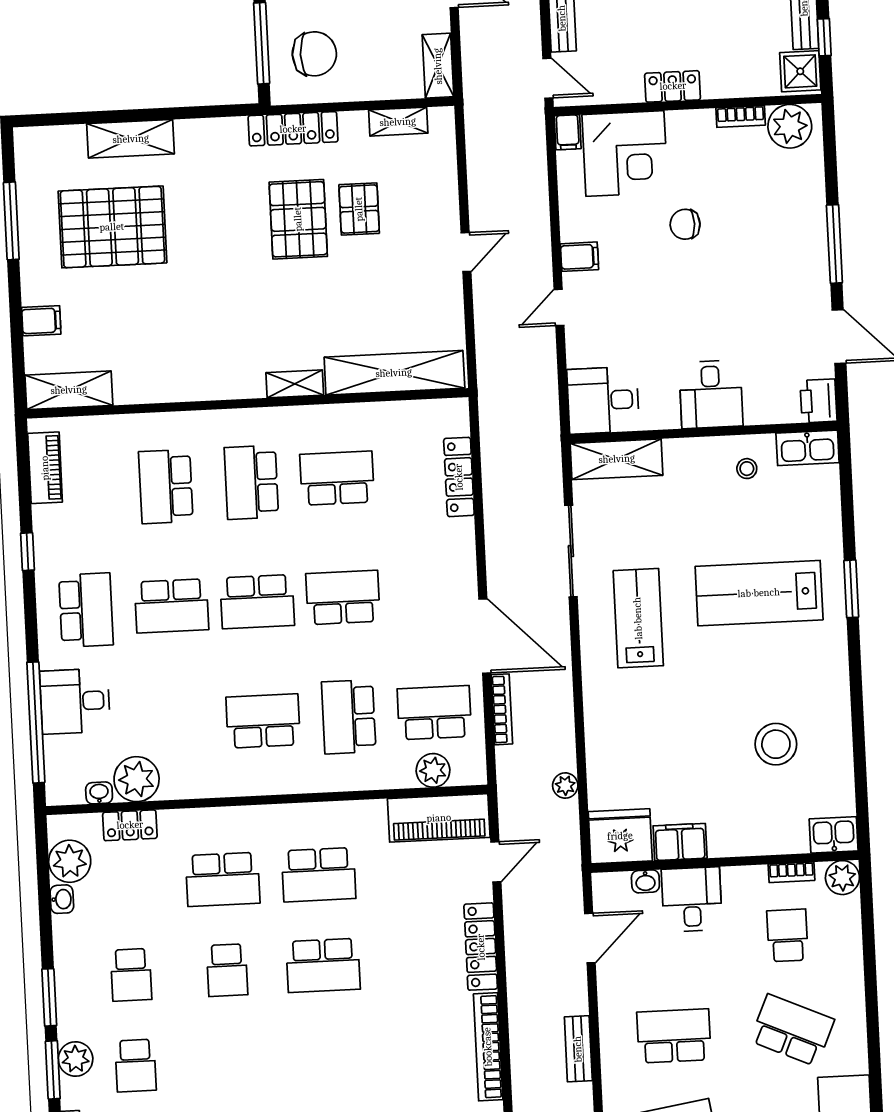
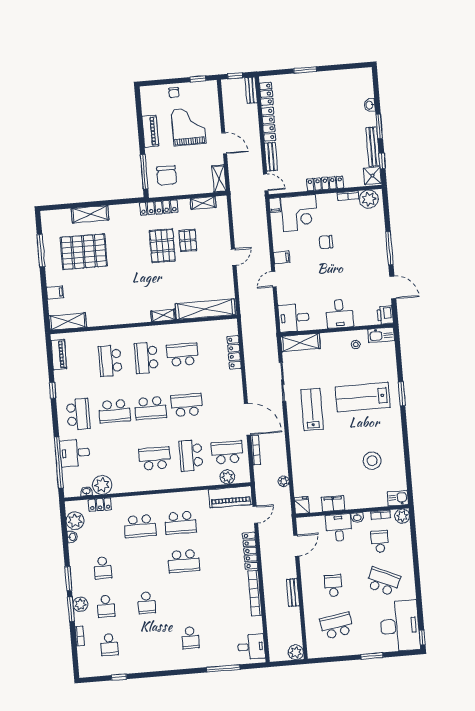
chair: (314, 54) -> (167, 175), turned 90
locker: (673, 86) -> (325, 183), width x1.53
fridge: (620, 836) -> (302, 505), width x0.53, depth x0.75
washbasin: (645, 881) -> (357, 517), moved
school desk: (227, 970) -> (146, 603), moved
school desk: (674, 1036) -> (333, 586), width x0.54

